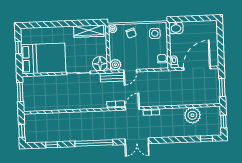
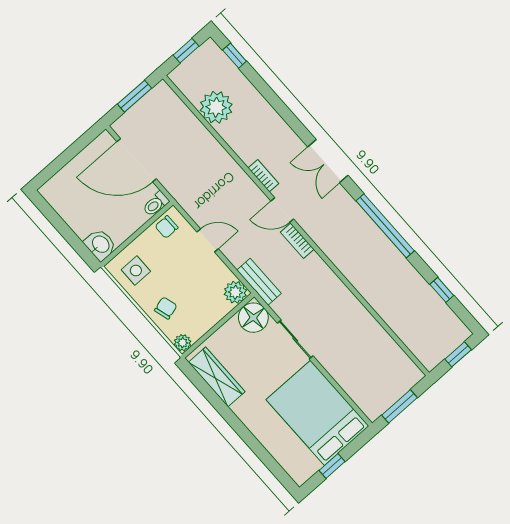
door: (130, 71) -> (208, 240), moved
double door: (137, 141) -> (328, 161), swing flipped

